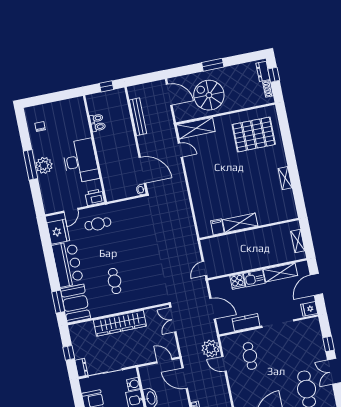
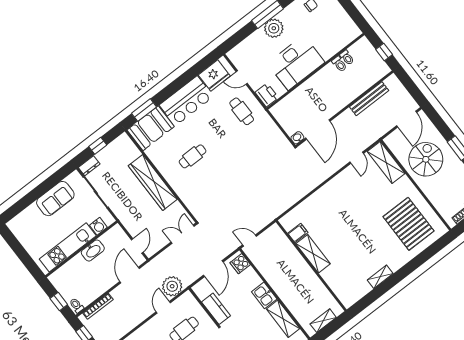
cooker: (237, 281) -> (240, 264), moved

